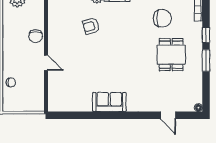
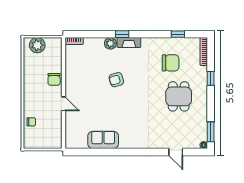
armchair: (91, 26) -> (116, 80), moved
window: (206, 61) -> (211, 132), moved
sofa: (109, 102) -> (103, 140), moved

